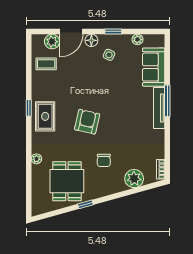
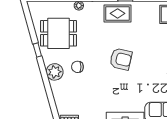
armchair: (87, 122) -> (121, 59), moved
plant: (134, 179) -> (55, 72), moved

